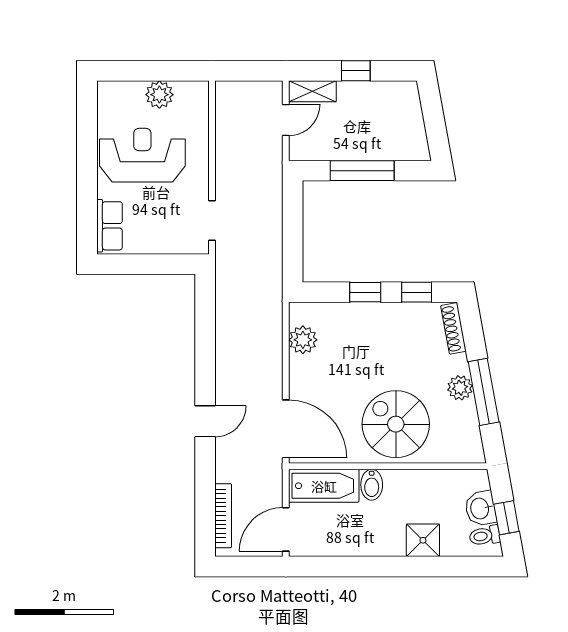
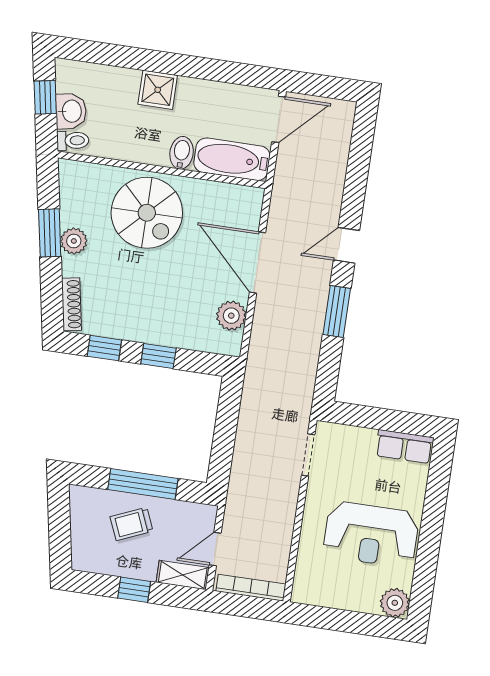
plant: (159, 95) -> (395, 603), moved
trolley: (367, 132) -> (131, 524), added
row of seats: (110, 226) -> (405, 447), moved, turned -90
window: (205, 358) -> (337, 311), added
window: (484, 392) -> (50, 233), width x0.69
door: (286, 429) -> (257, 263), moved
bookcase: (223, 516) -> (251, 588), moved, turned 90
toilet: (485, 536) -> (73, 141), moved
shower: (423, 540) -> (158, 90), moved

